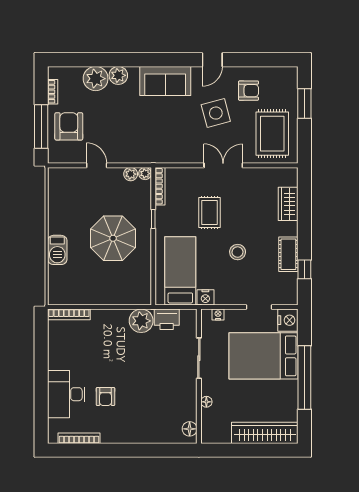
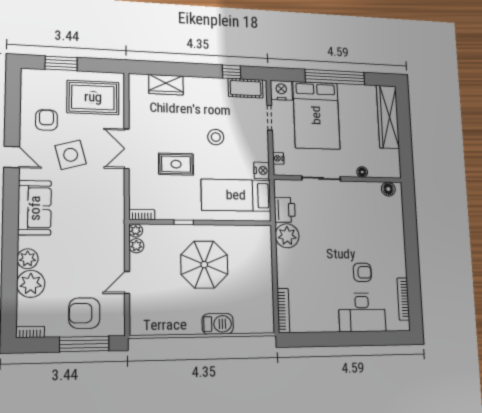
bookcase: (53, 92) -> (30, 332), moved
bookcase: (160, 186) -> (142, 215), width x0.64
cot: (288, 254) -> (246, 88), moved

